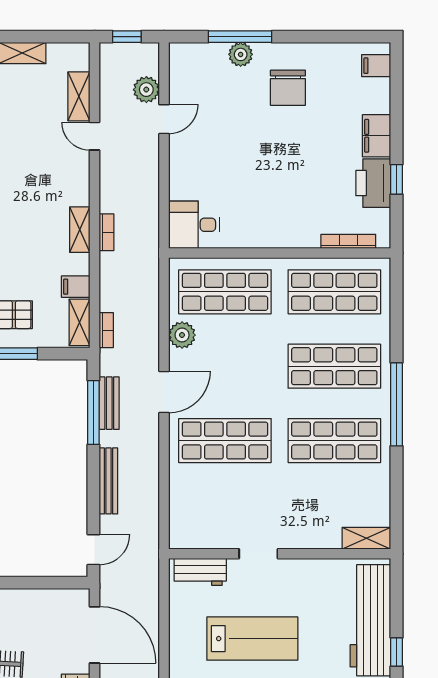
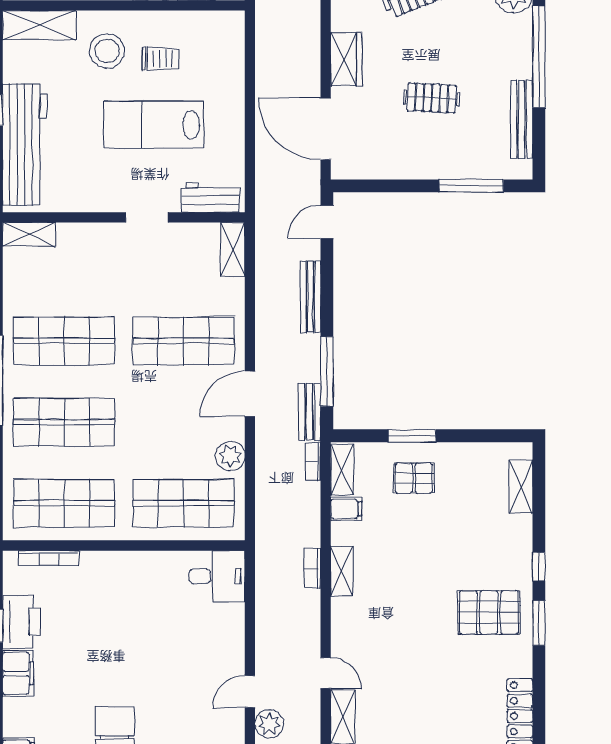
bench: (109, 403) -> (310, 412), moved
shelving: (180, 524) -> (233, 249), added

